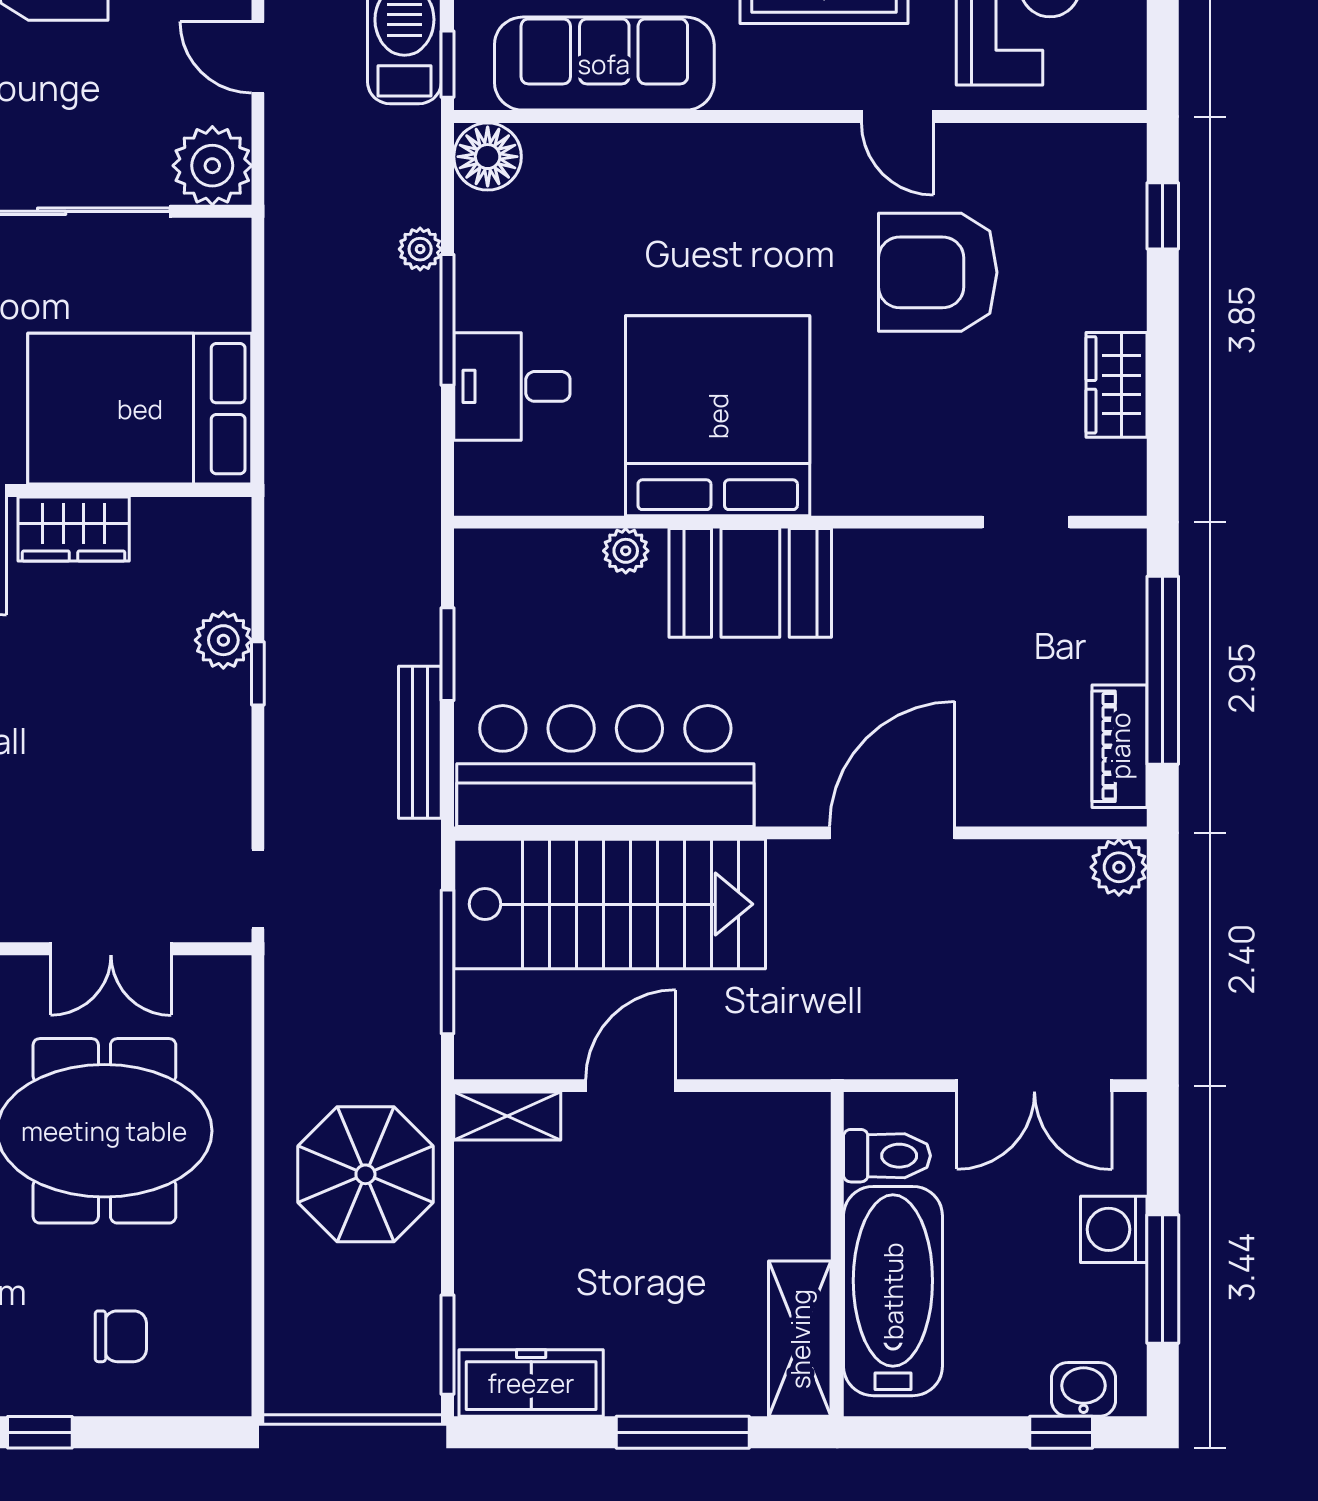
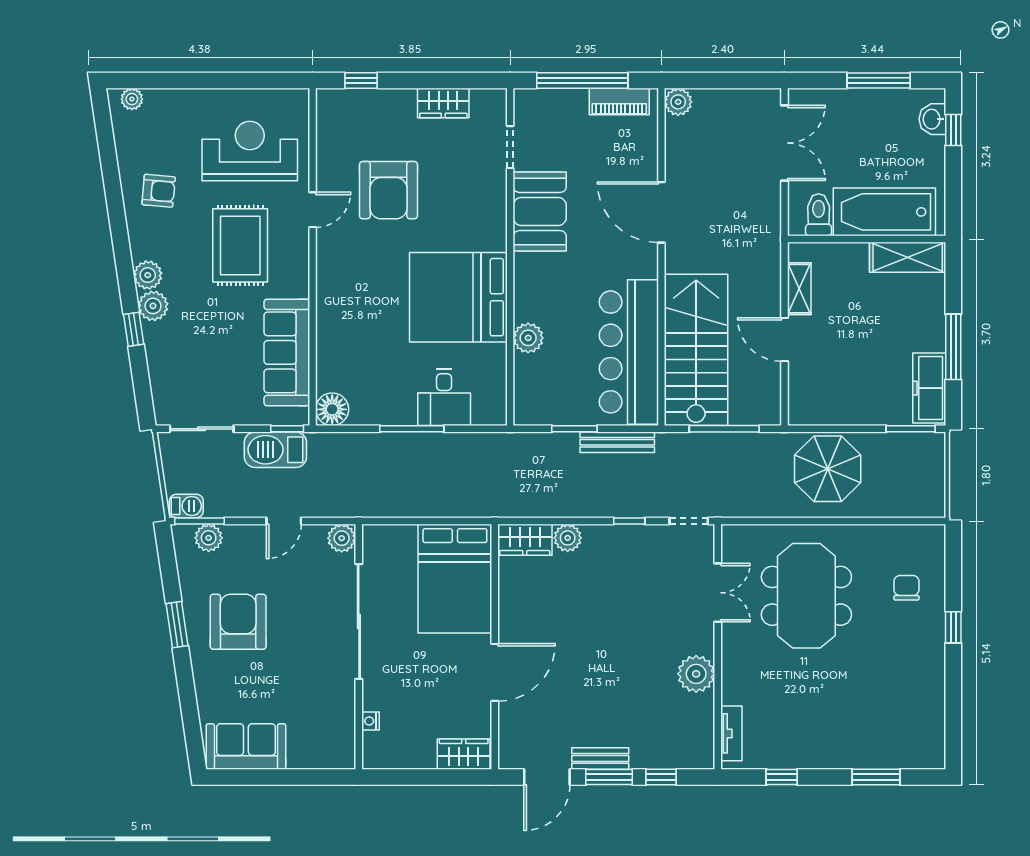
plant: (212, 166) -> (342, 538), width x0.73, depth x0.73
plant: (420, 249) -> (377, 442), removed
wardrobe: (74, 529) -> (525, 540), moved, turned 90
plant: (626, 551) -> (528, 338), width x1.38, depth x1.38
booth: (750, 583) -> (540, 212), moved
window: (258, 673) -> (629, 521), moved
shelving: (507, 1116) -> (799, 289), moved
washing machine: (1114, 1229) -> (854, 104), removed
window: (683, 1432) -> (953, 347), moved

